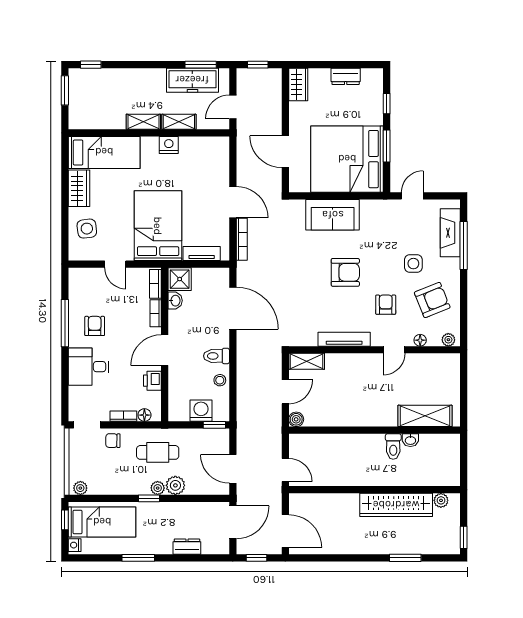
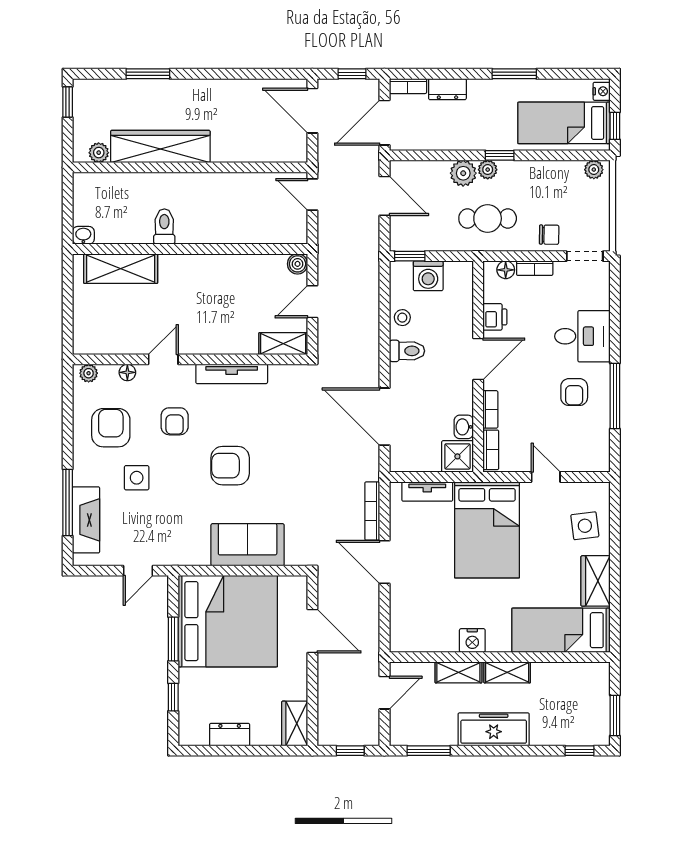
freezer: (192, 80) -> (494, 729), moved
armchair: (432, 300) -> (111, 428), turned 112
washbasin: (410, 440) -> (83, 235), moved
bookcase: (216, 549) -> (408, 86), added

